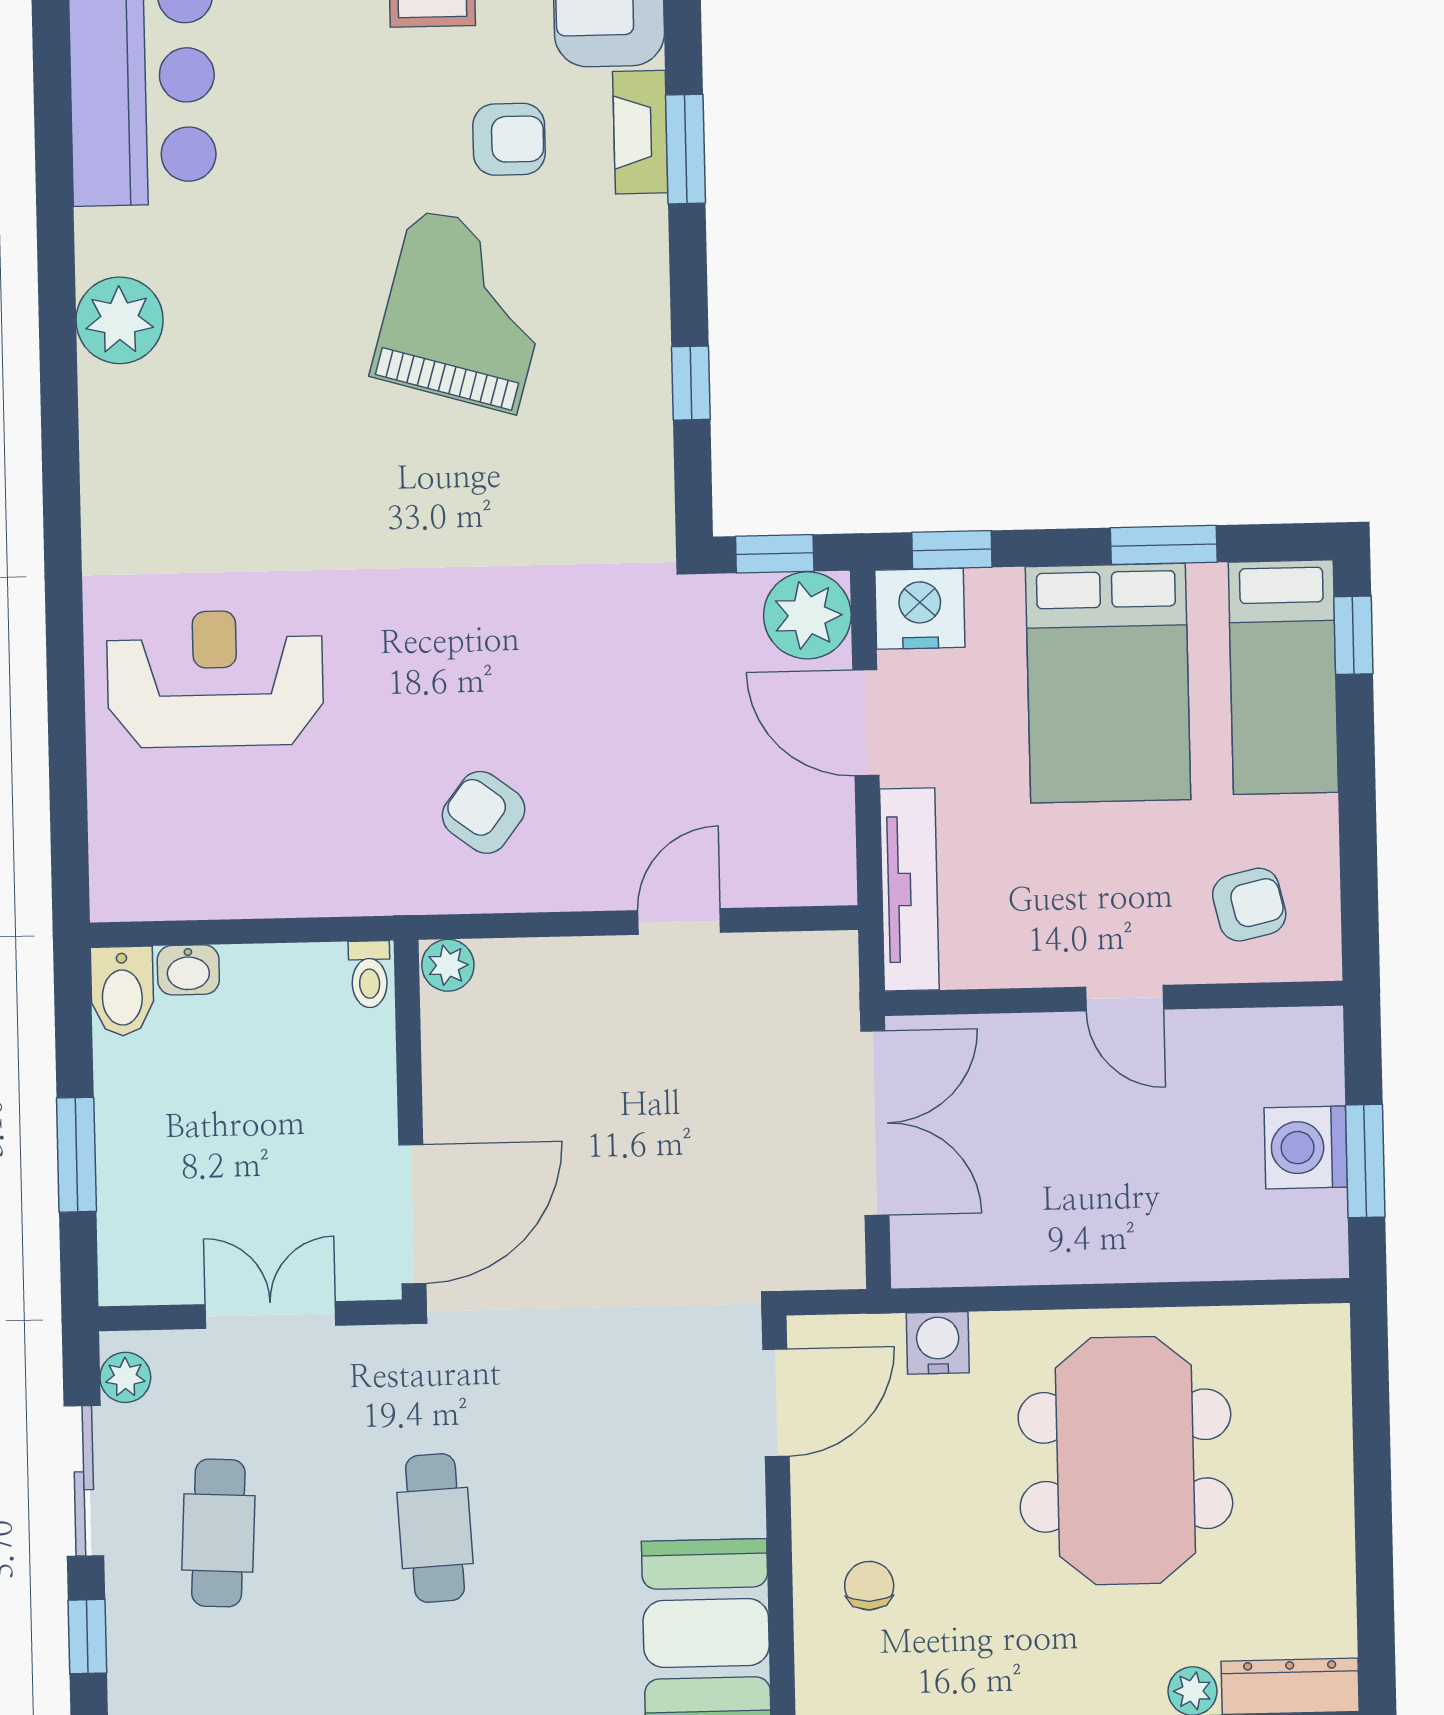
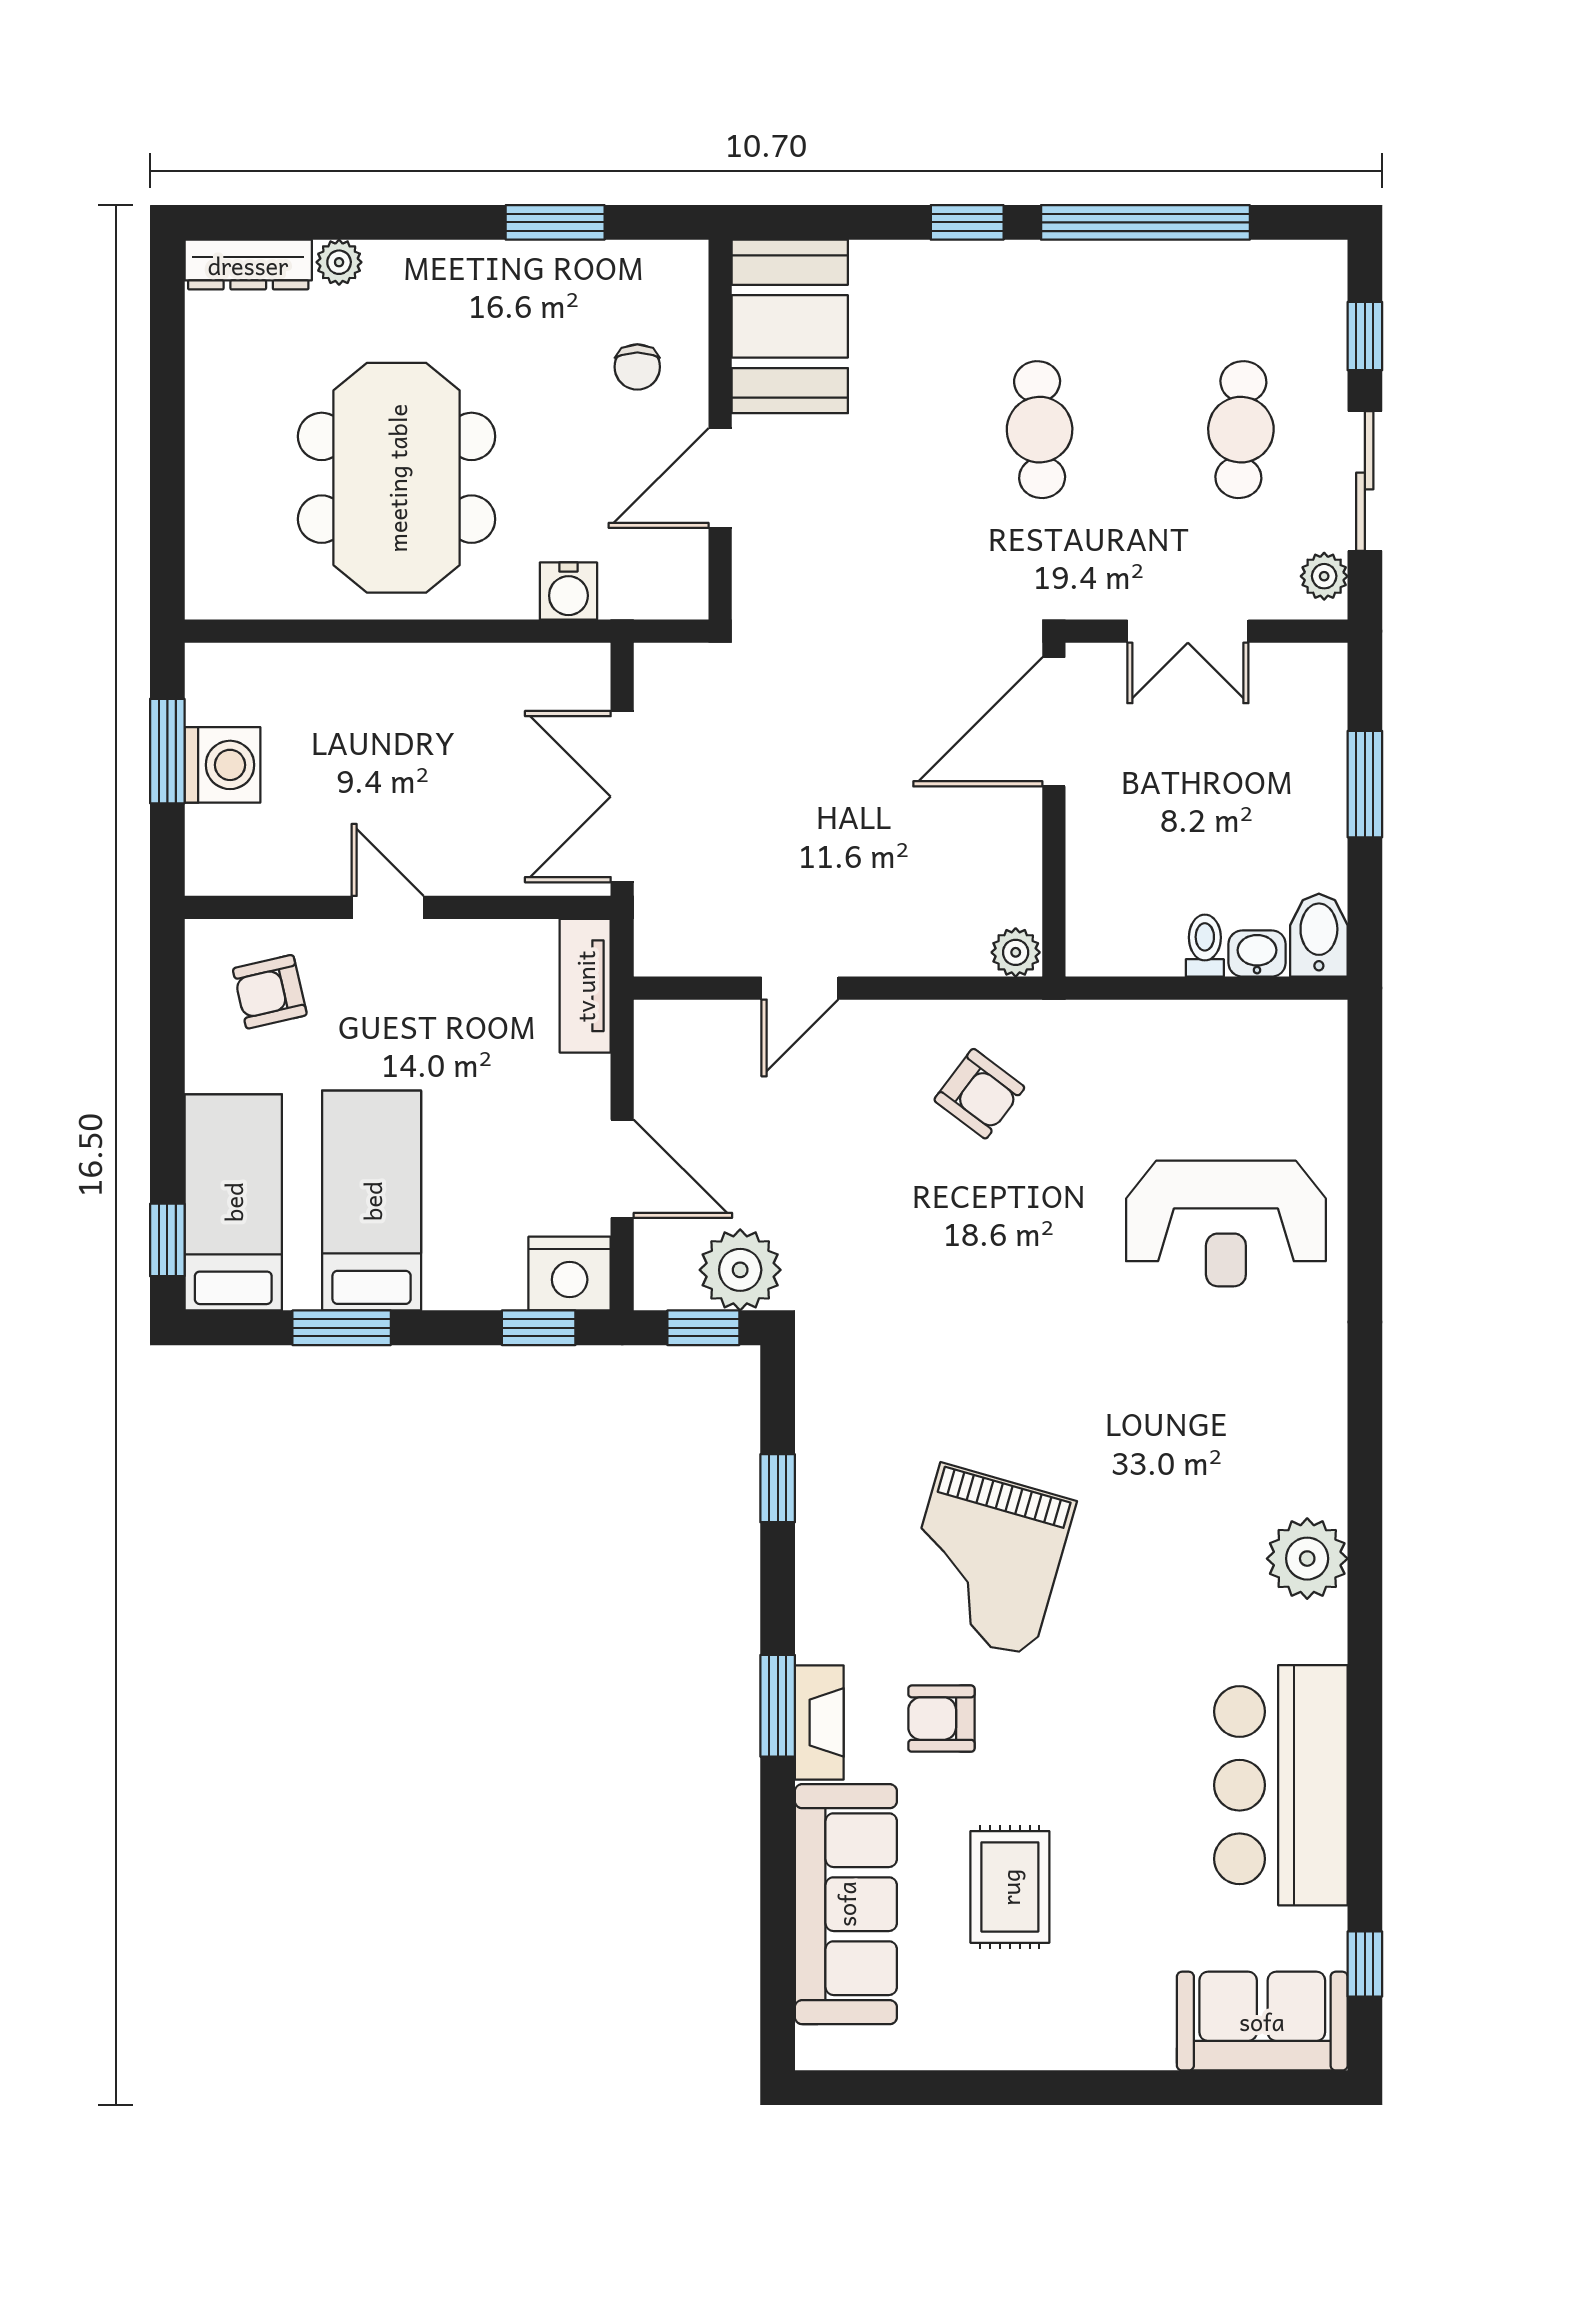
plant: (807, 615) -> (740, 1270), moved
bed: (1108, 683) -> (372, 1201), width x0.67
tv unit: (909, 889) -> (585, 986), width x0.71
toilet: (369, 974) -> (1205, 946), moved
door: (776, 1403) -> (720, 478), moved

